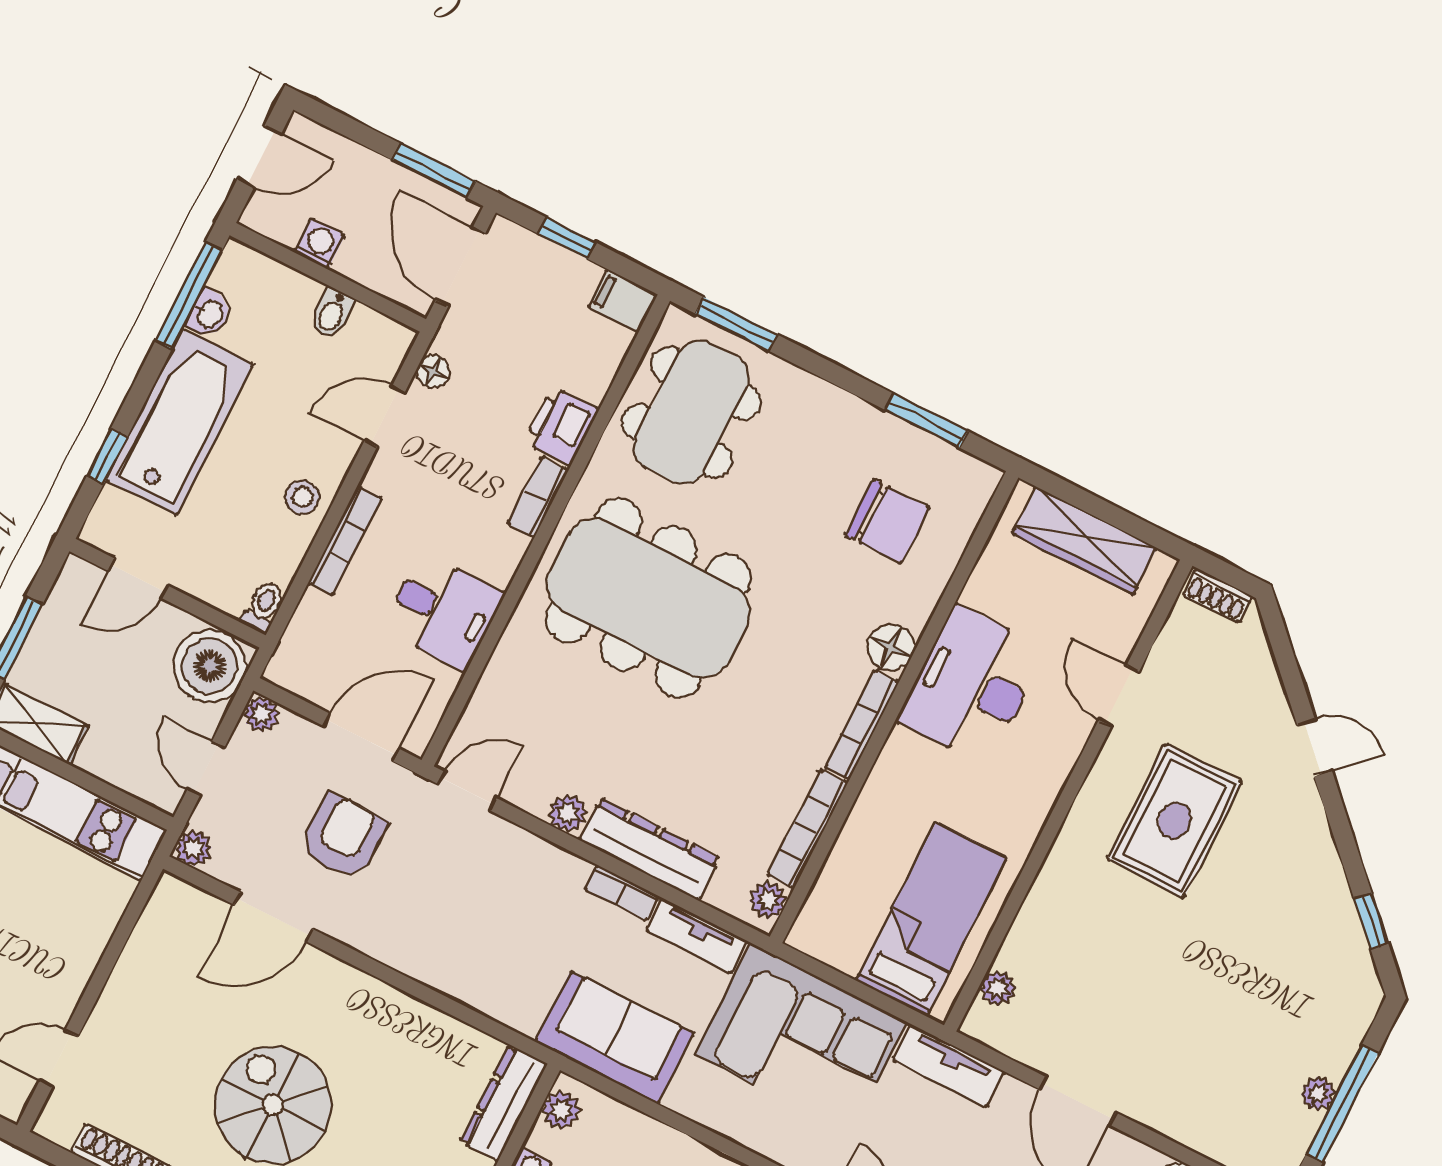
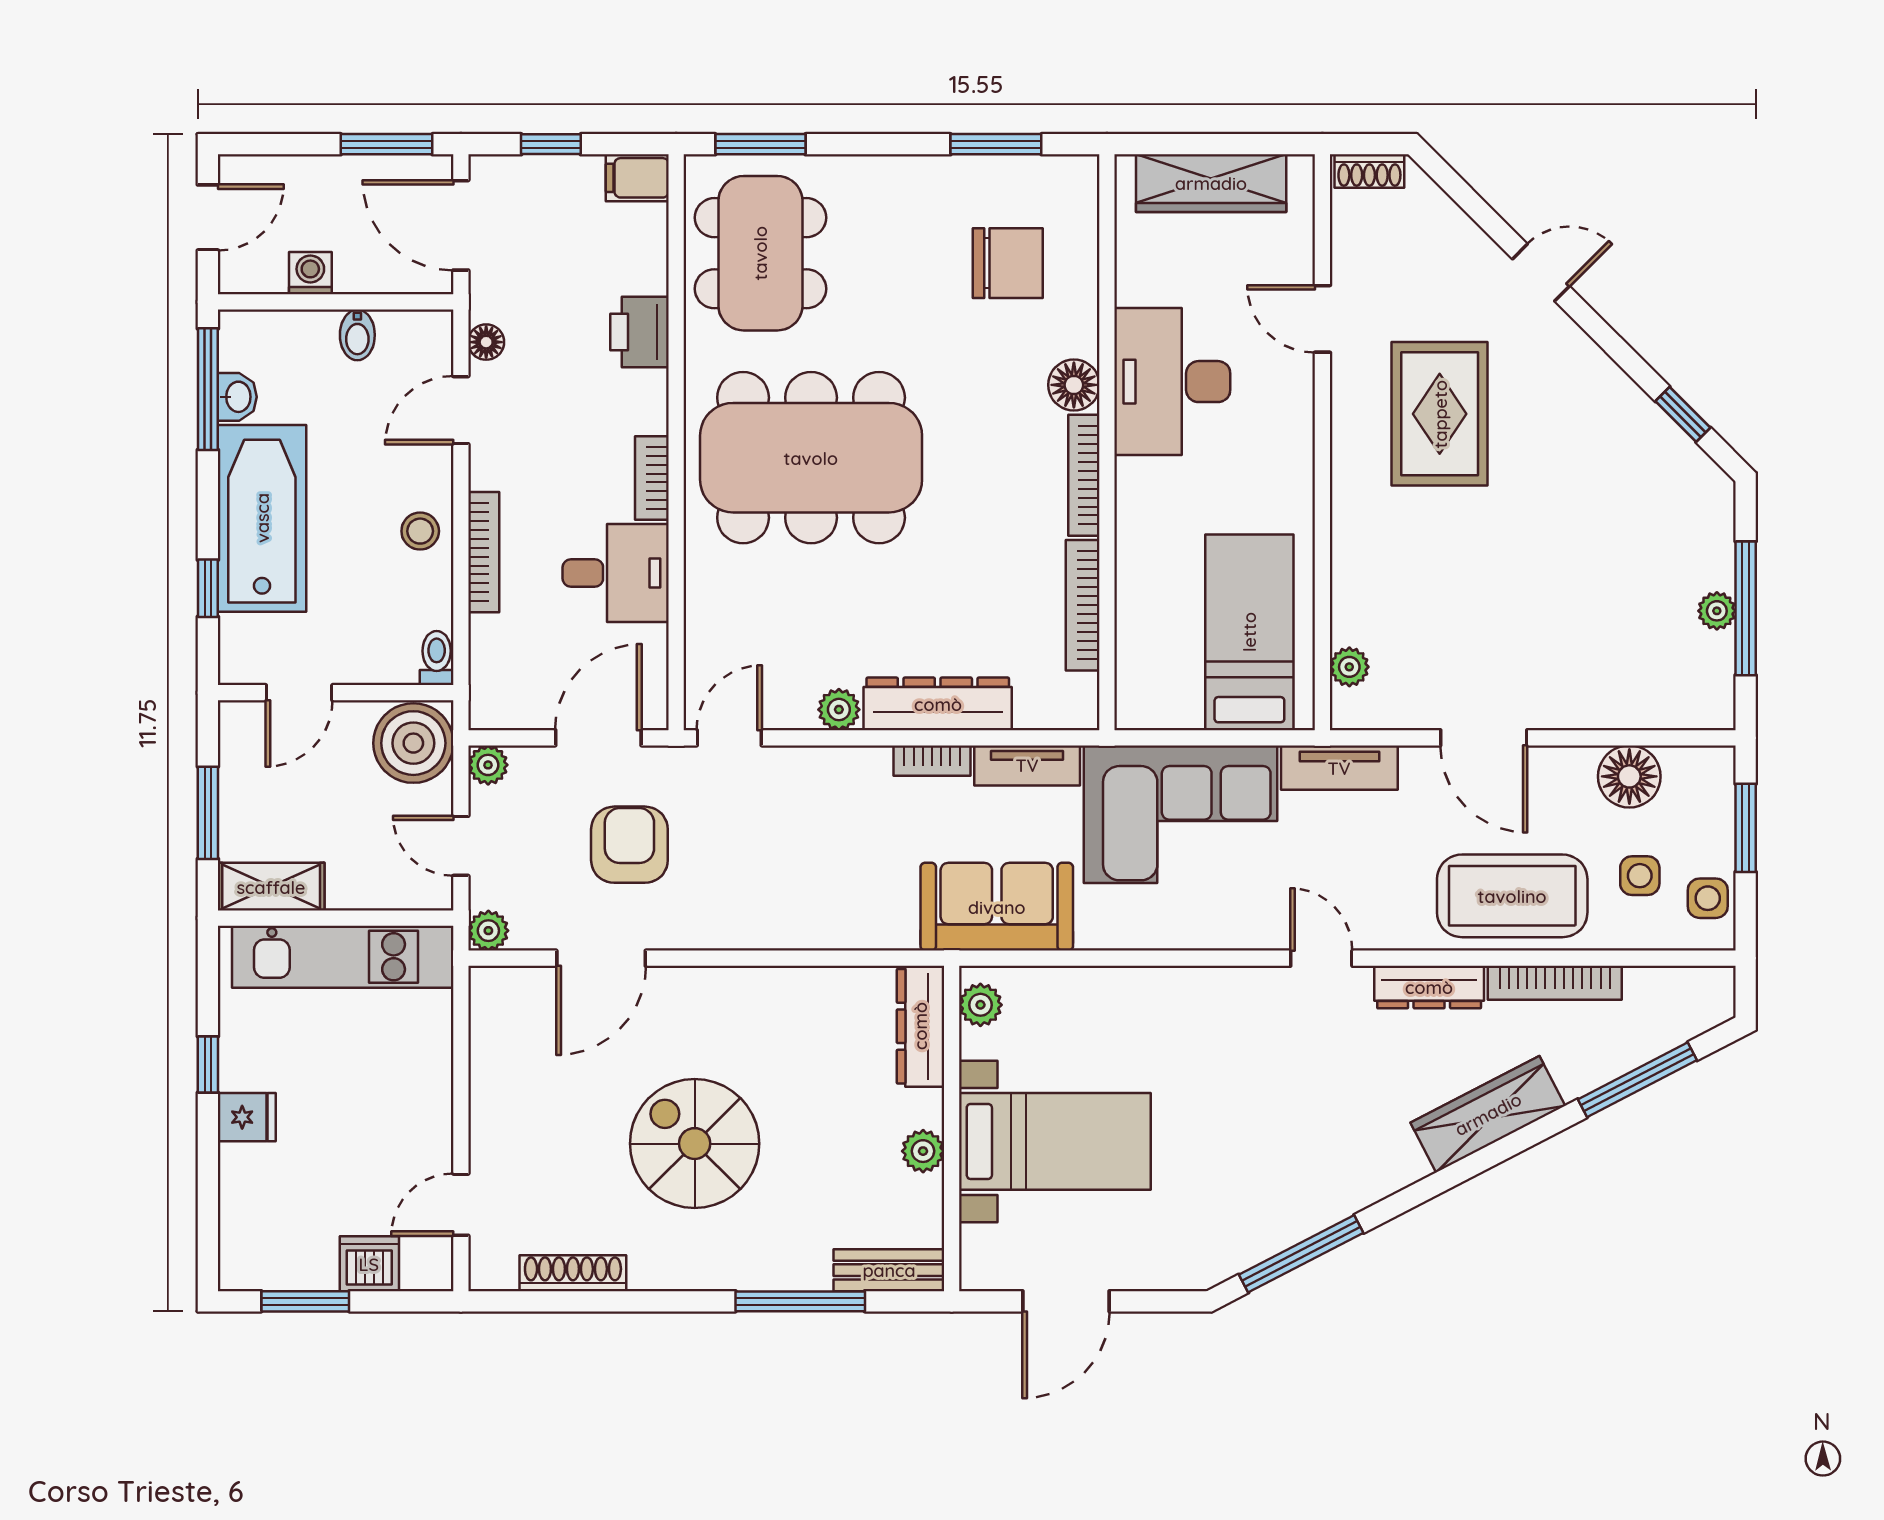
bookcase: (538, 497) -> (652, 478), moved
plant: (768, 900) -> (1079, 695), removed

